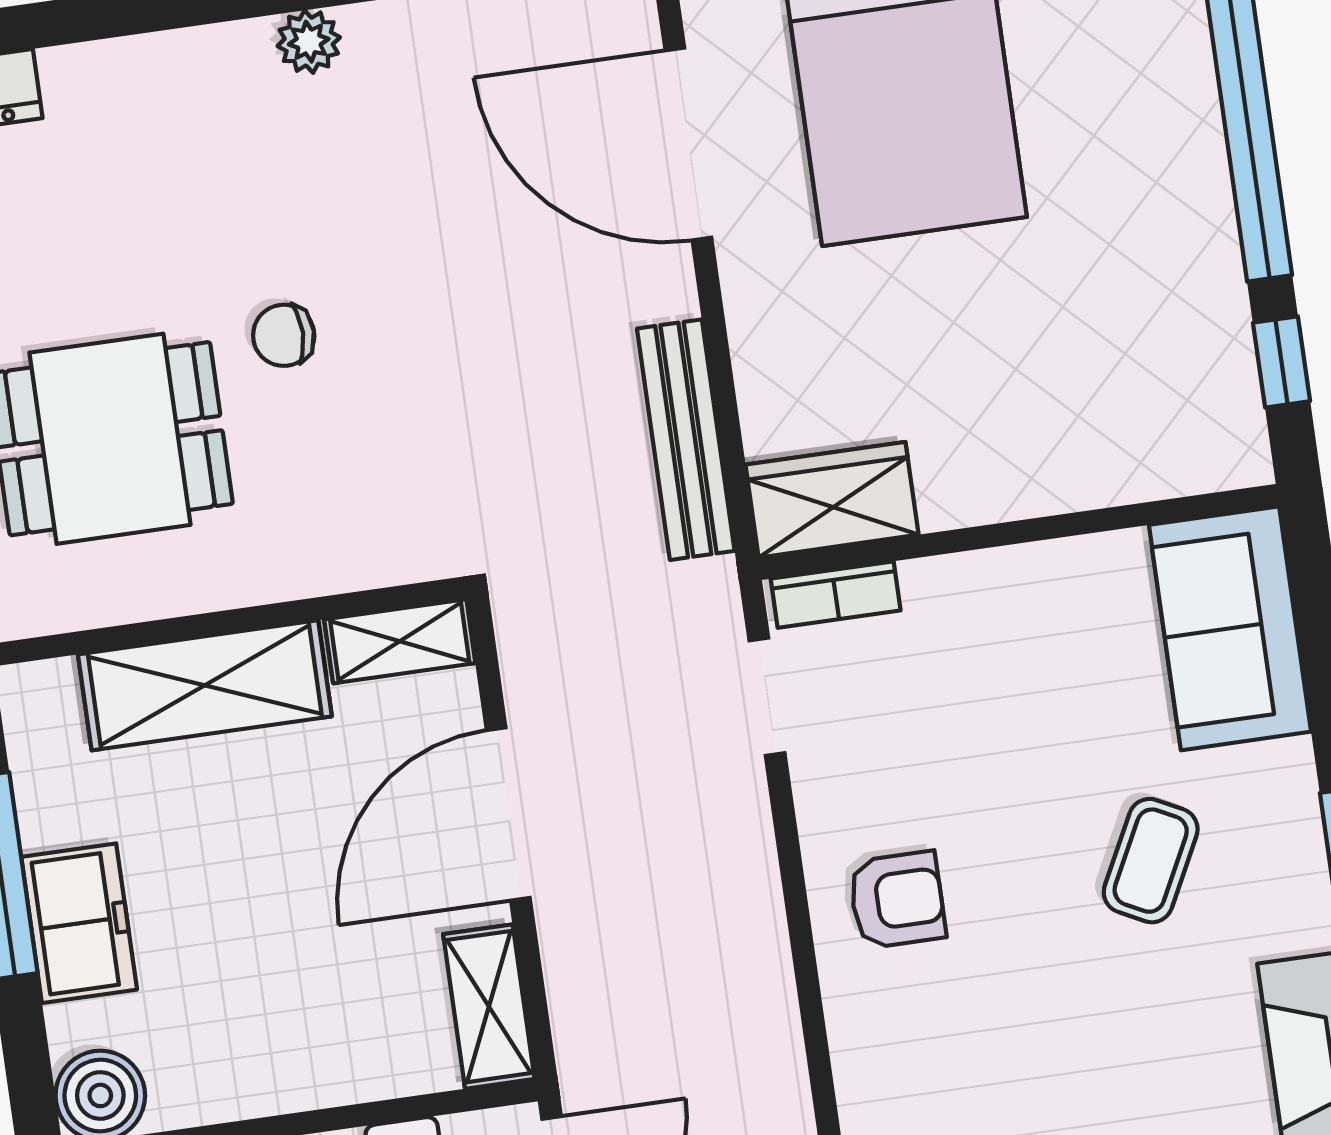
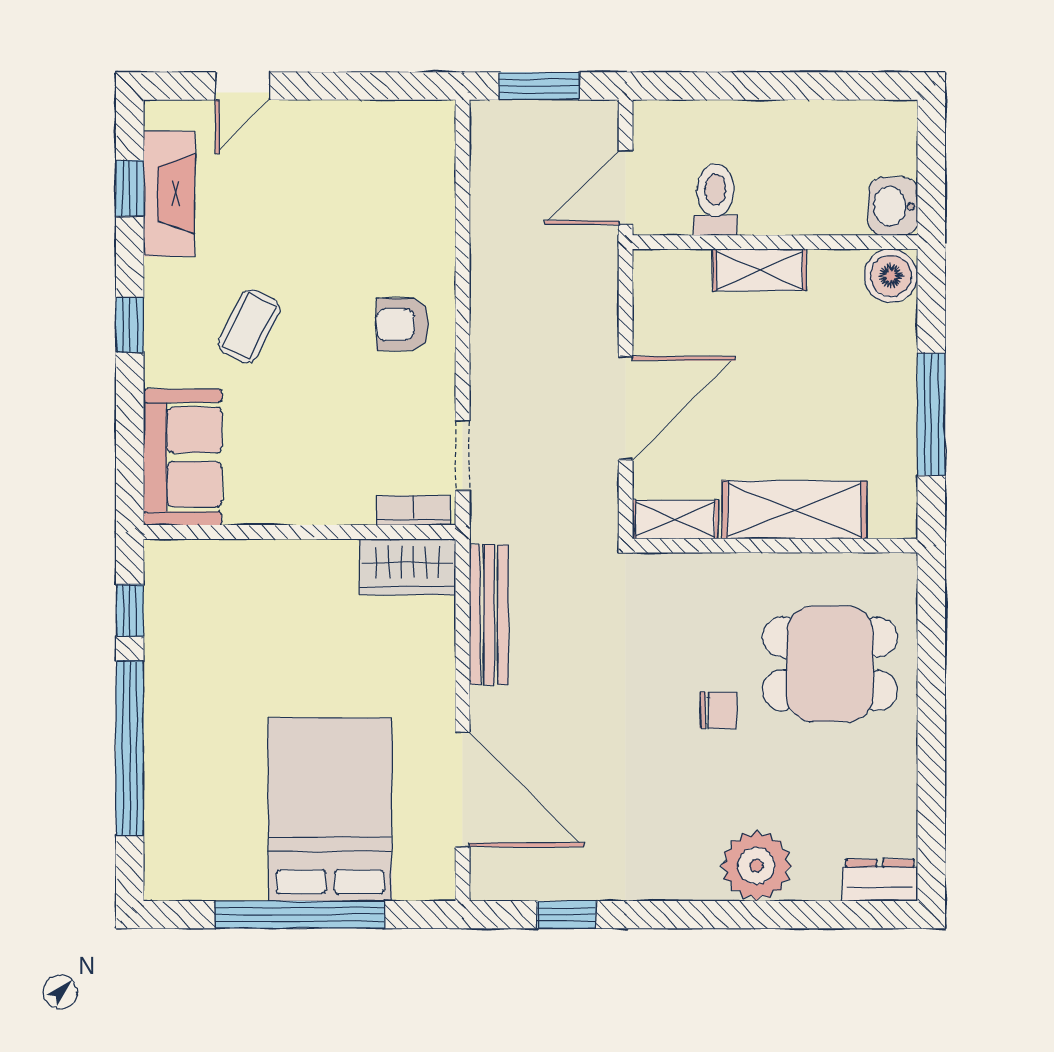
plant: (309, 42) -> (756, 866), moved, width x1.87, depth x1.87
freezer: (79, 923) -> (889, 380), removed
shelving: (489, 1007) -> (759, 270), moved, turned 90

